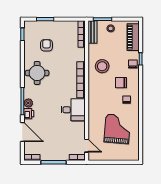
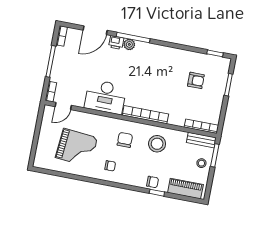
round table: (37, 73) -> (164, 62), removed
chair: (121, 83) -> (125, 140), moved
desk: (73, 110) -> (105, 97), width x1.37

